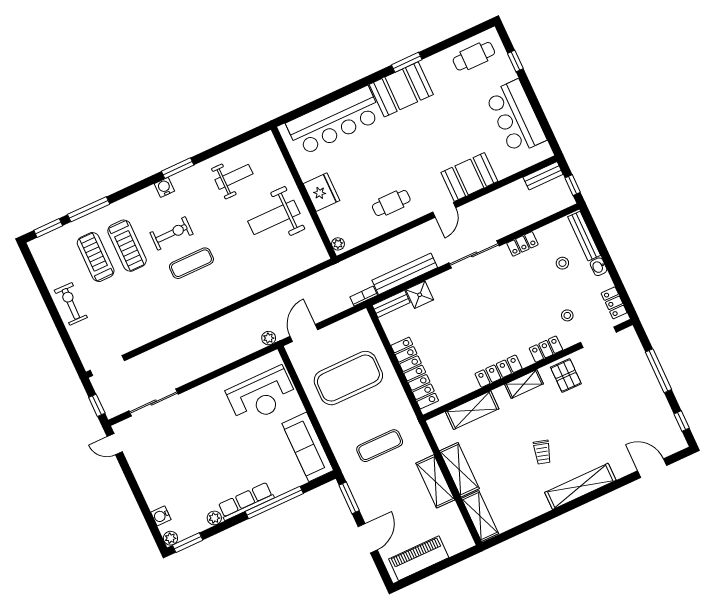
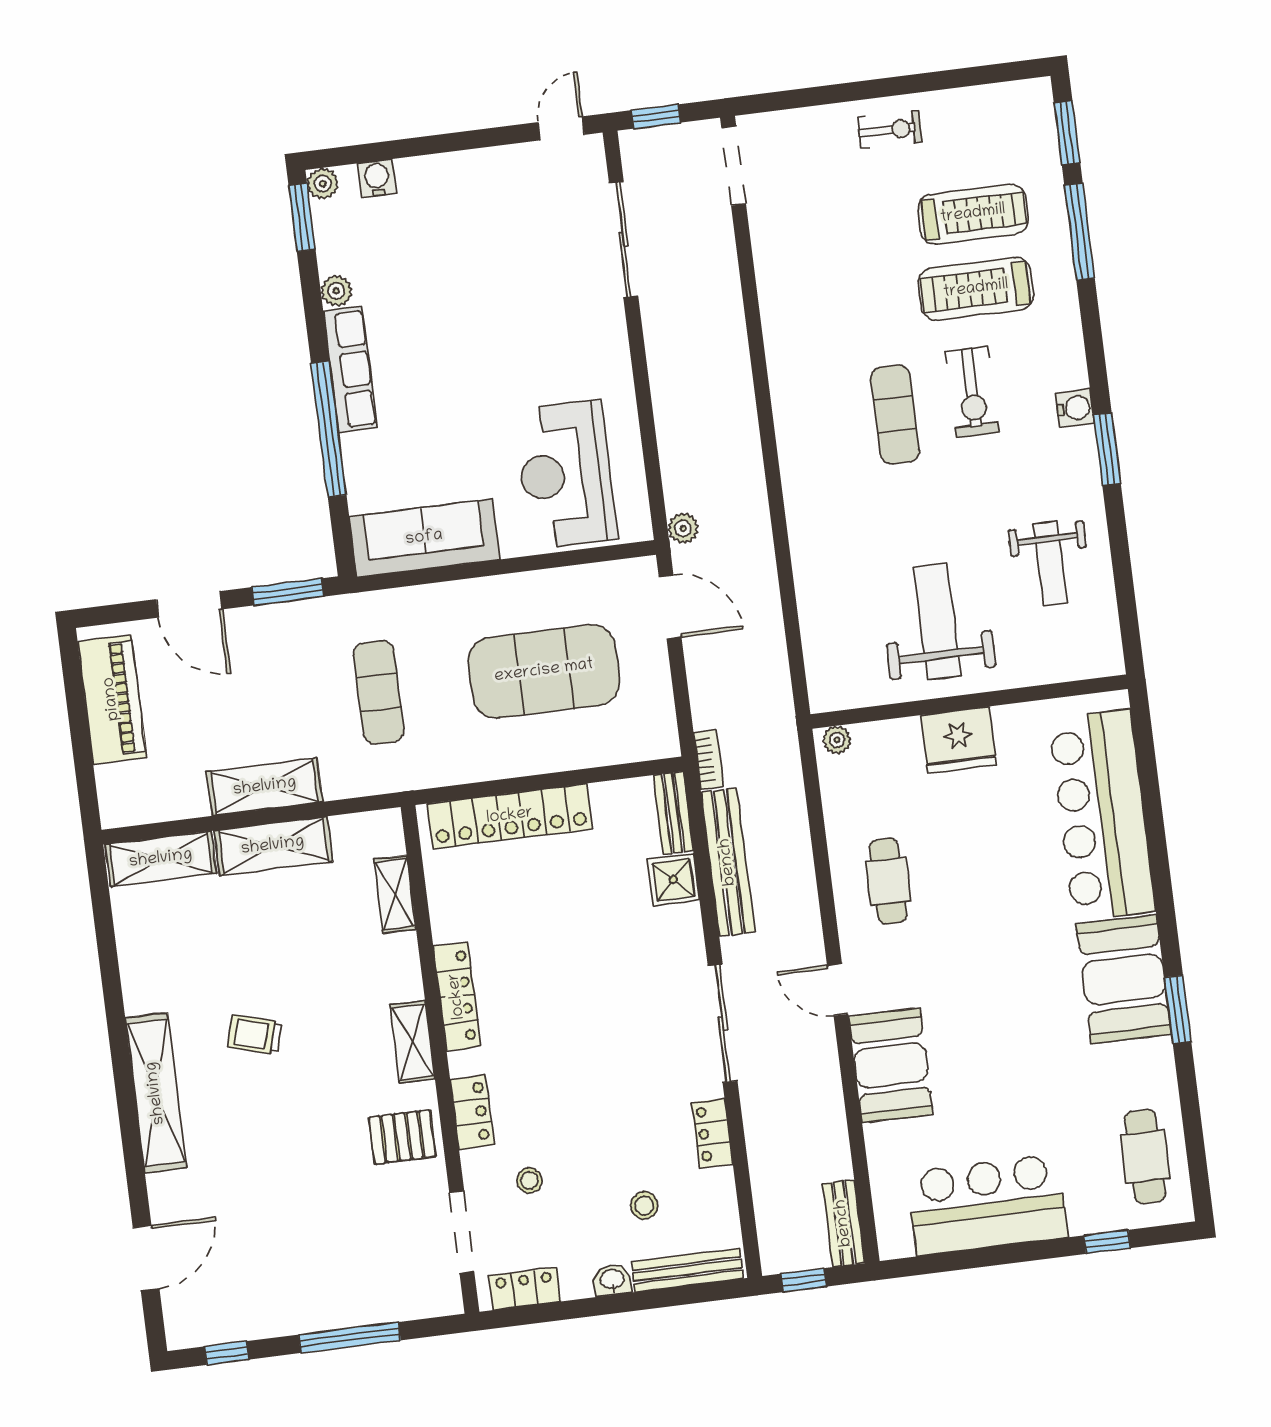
exercise bike: (71, 304) -> (890, 130), width x0.73, depth x0.72
exercise mat: (348, 378) -> (544, 671), turned 90
shelving: (472, 410) -> (395, 894), width x0.67, depth x0.75

